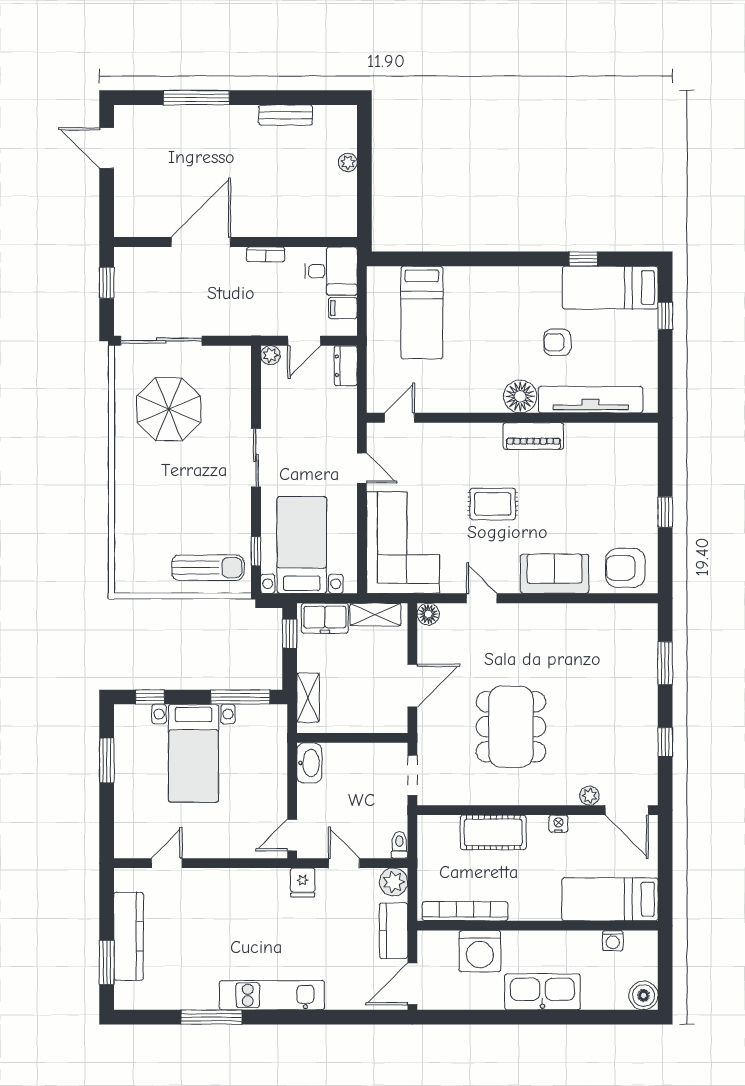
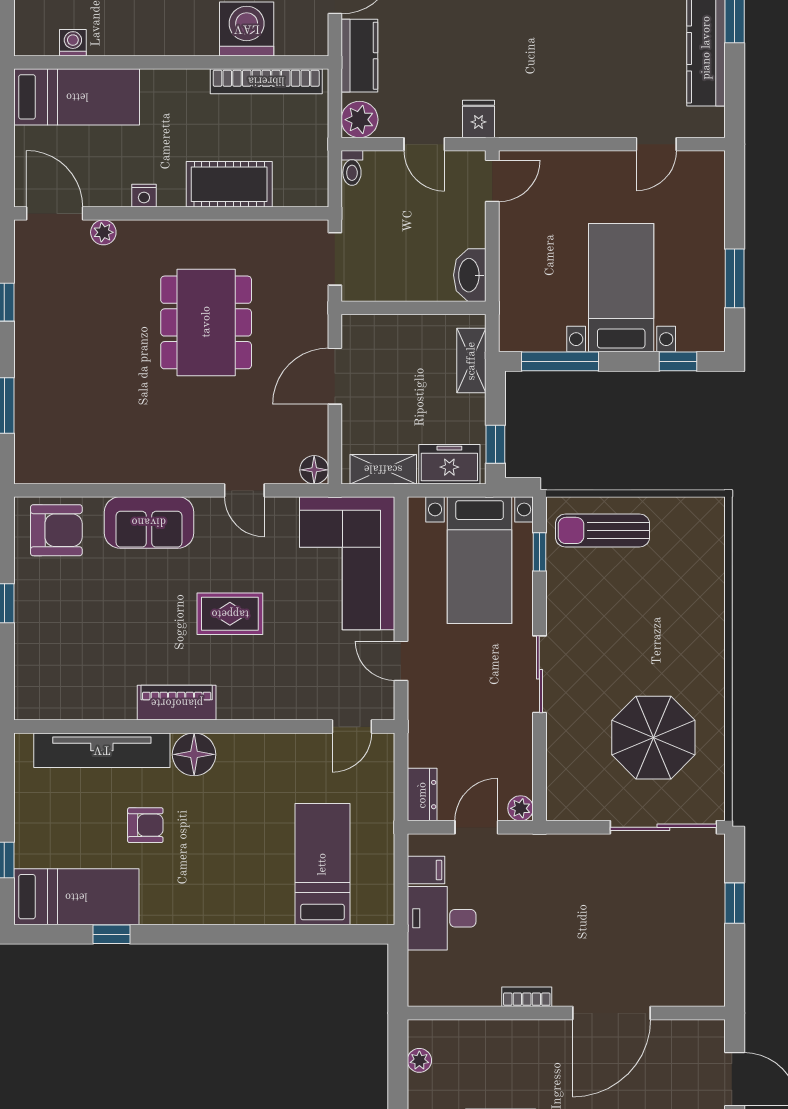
door: (201, 242) -> (612, 1013), moved
wall: (236, 242) -> (566, 1013), moved
bookcase: (266, 254) -> (527, 997), moved

